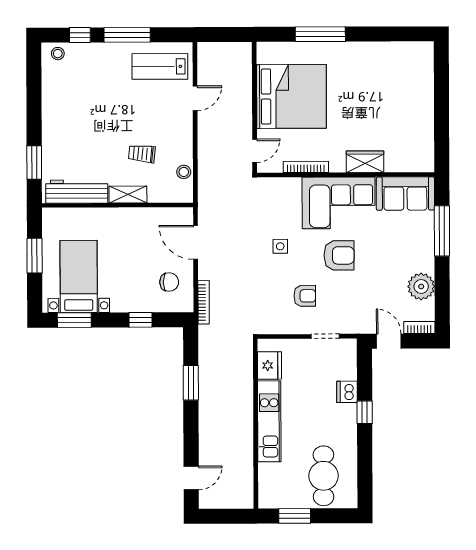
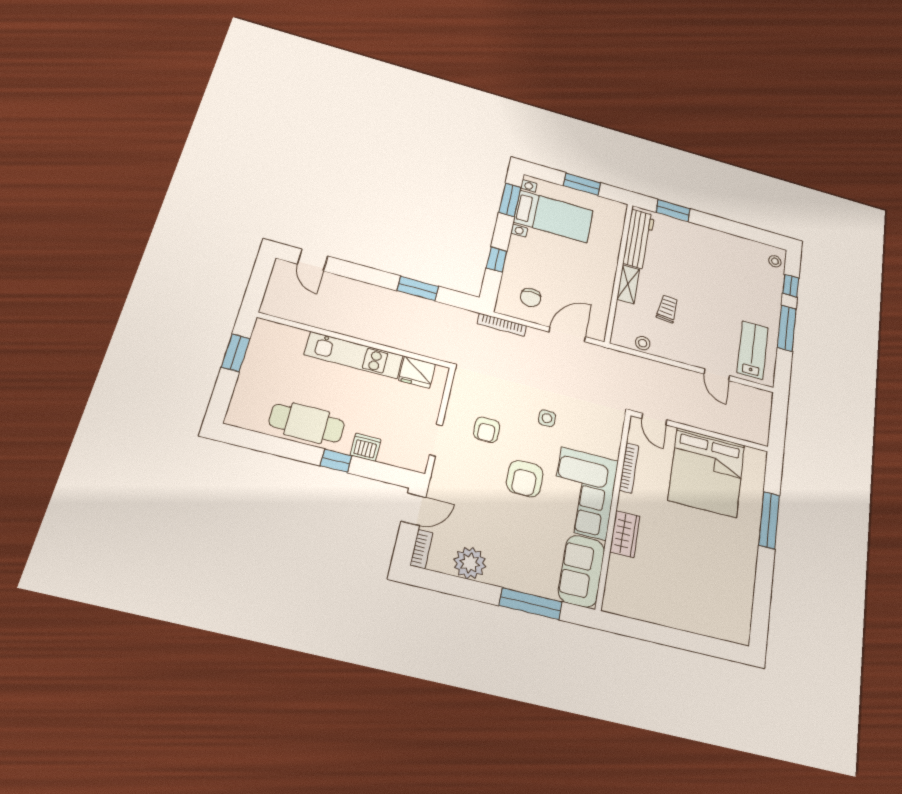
cafe table: (323, 476) -> (307, 423), moved

